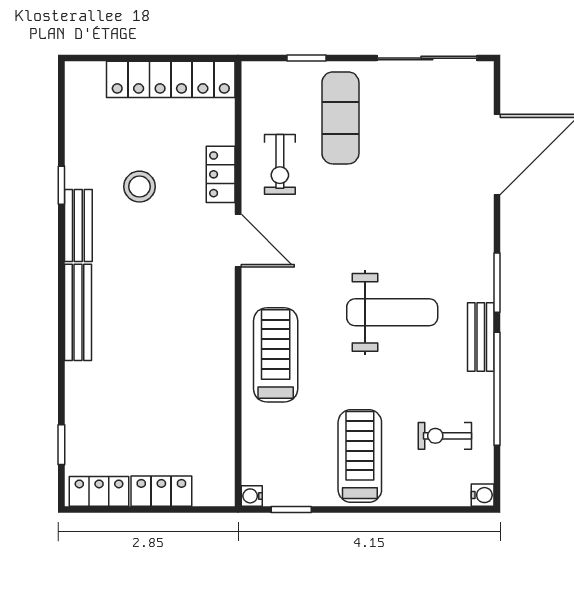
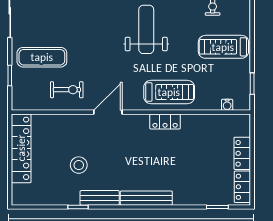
locker: (221, 174) -> (165, 121), moved
treadmill: (276, 355) -> (169, 92), turned 180
water cooler: (252, 496) -> (227, 105), moved

